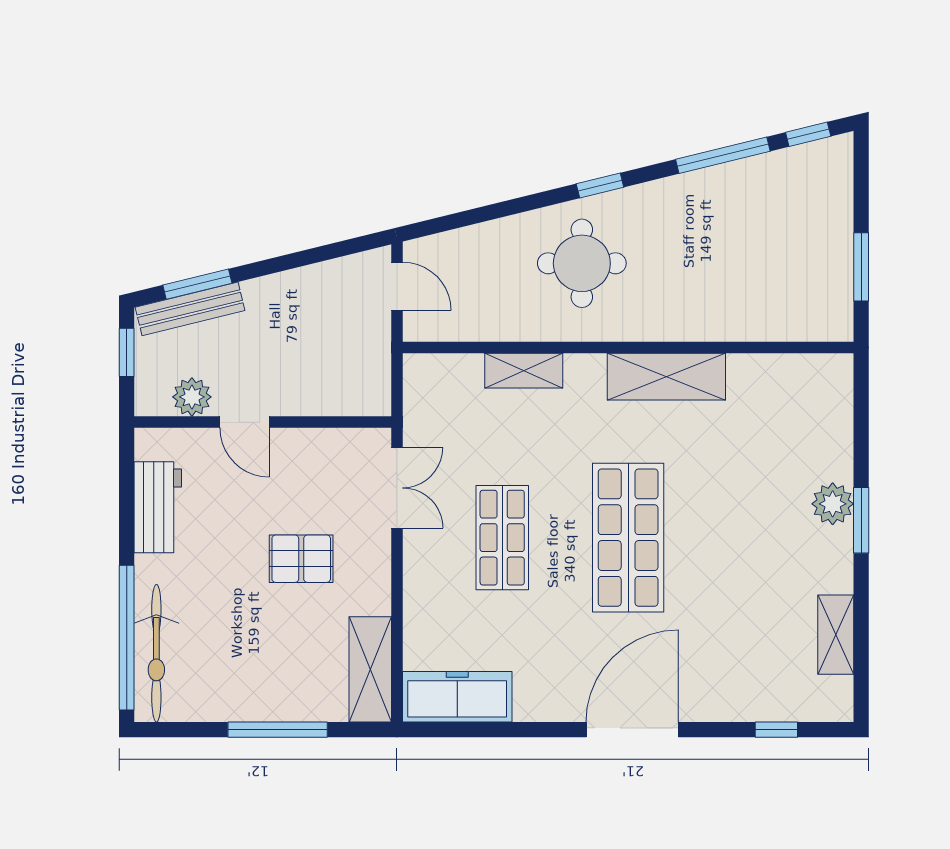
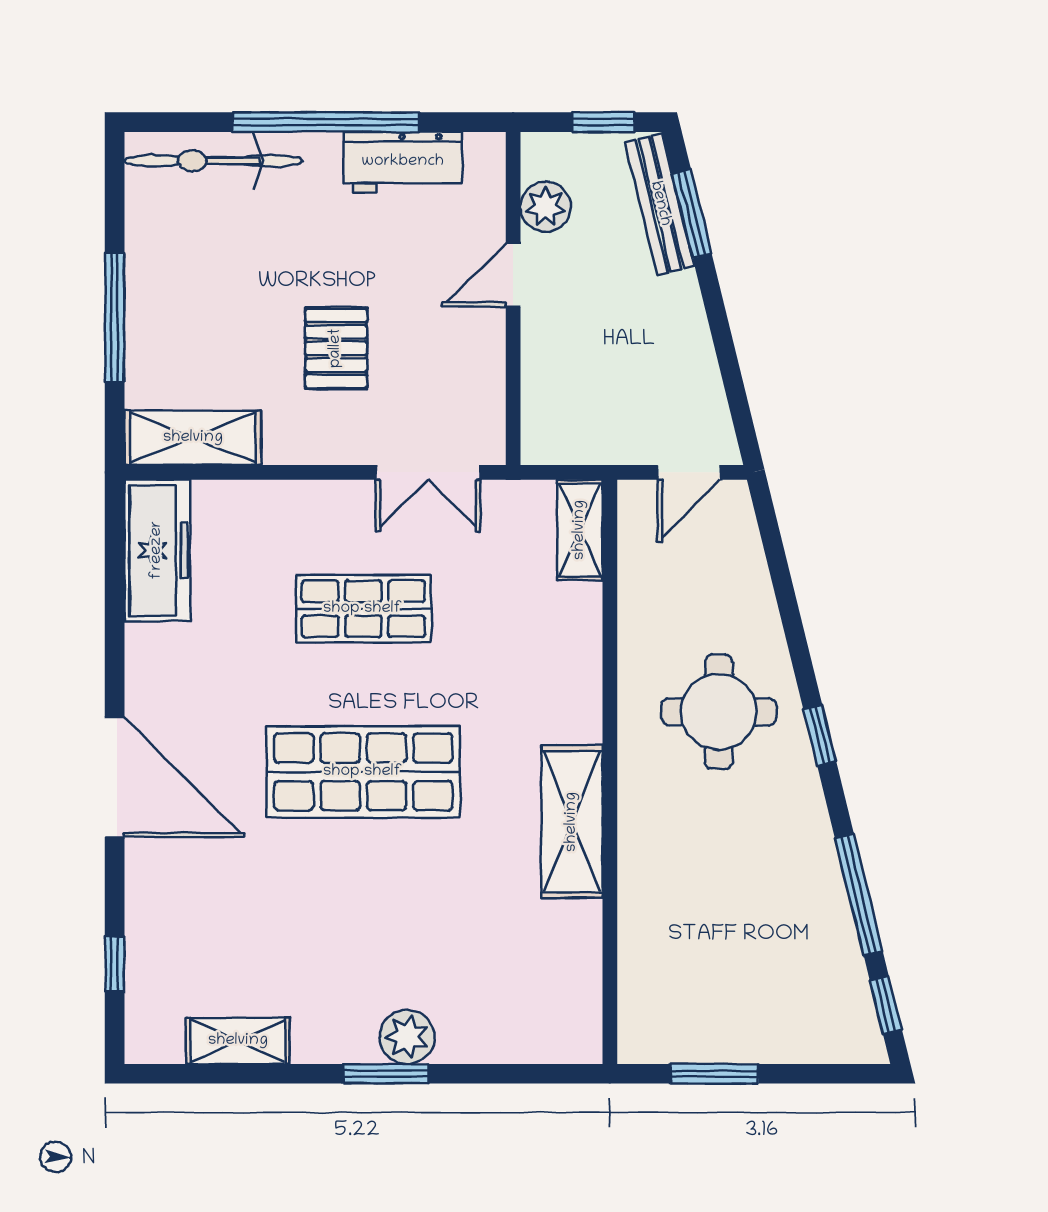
shelving: (524, 371) -> (580, 530), moved
window: (127, 638) -> (326, 122), moved

